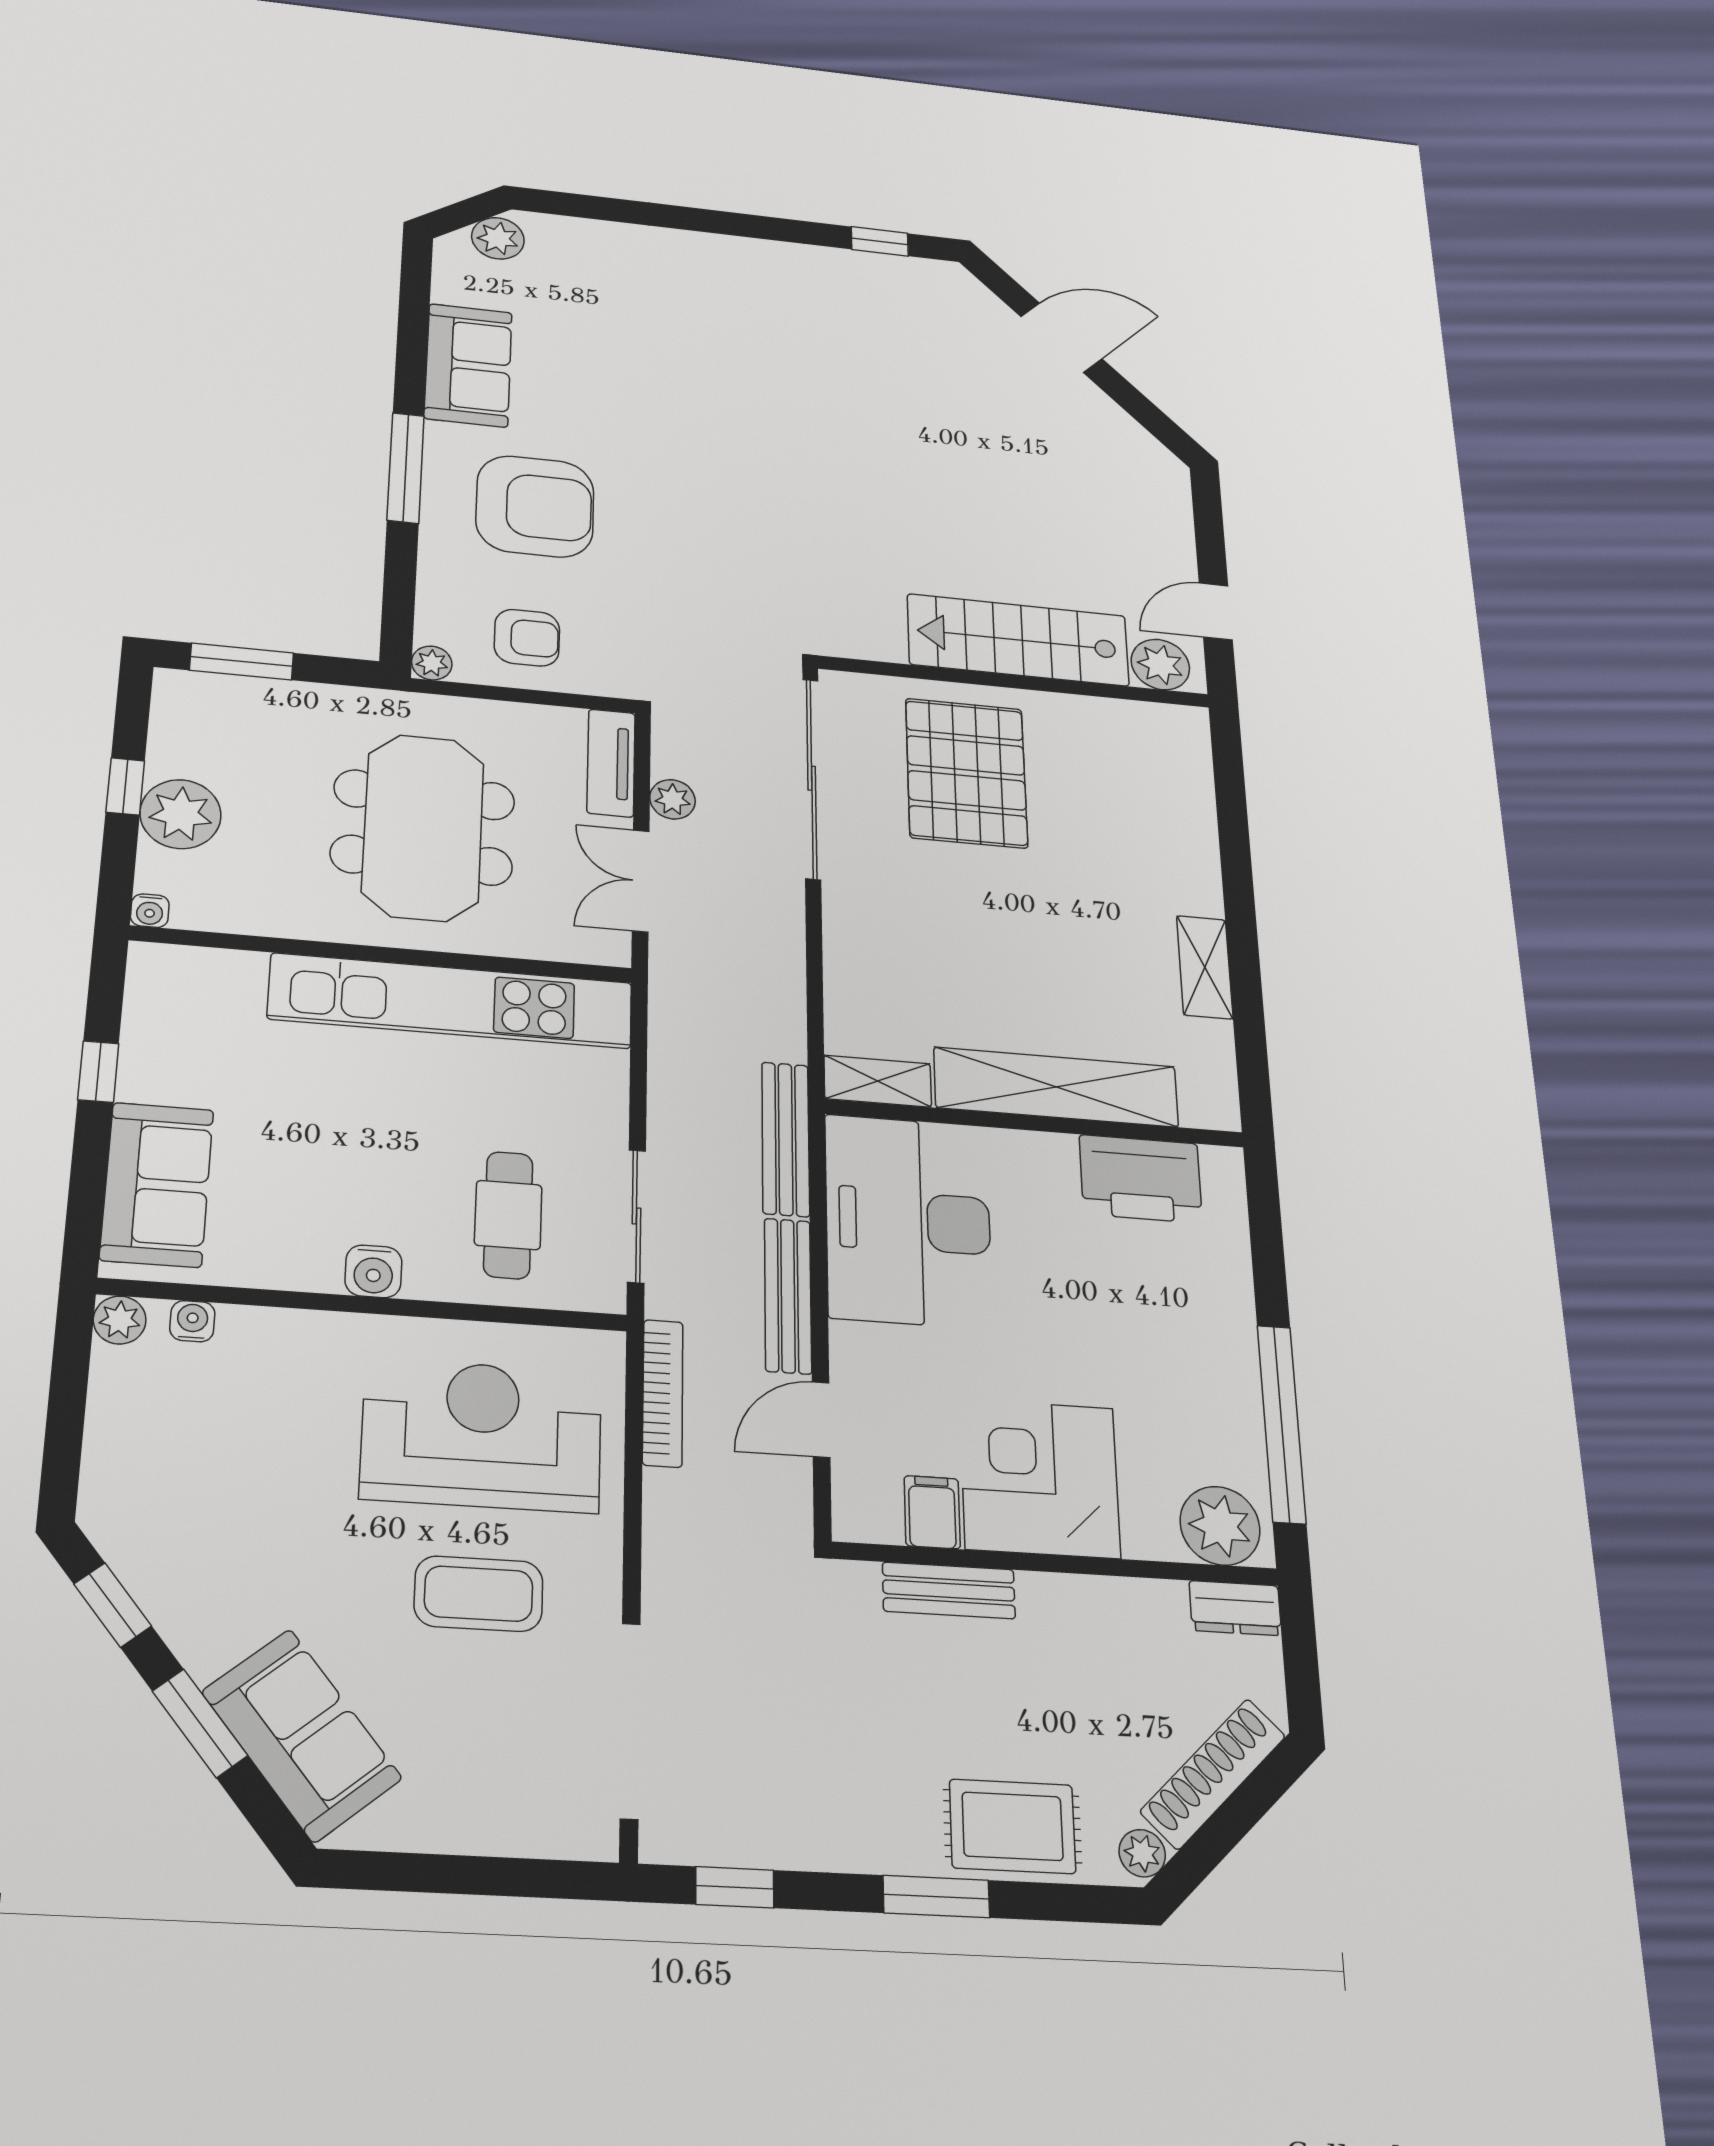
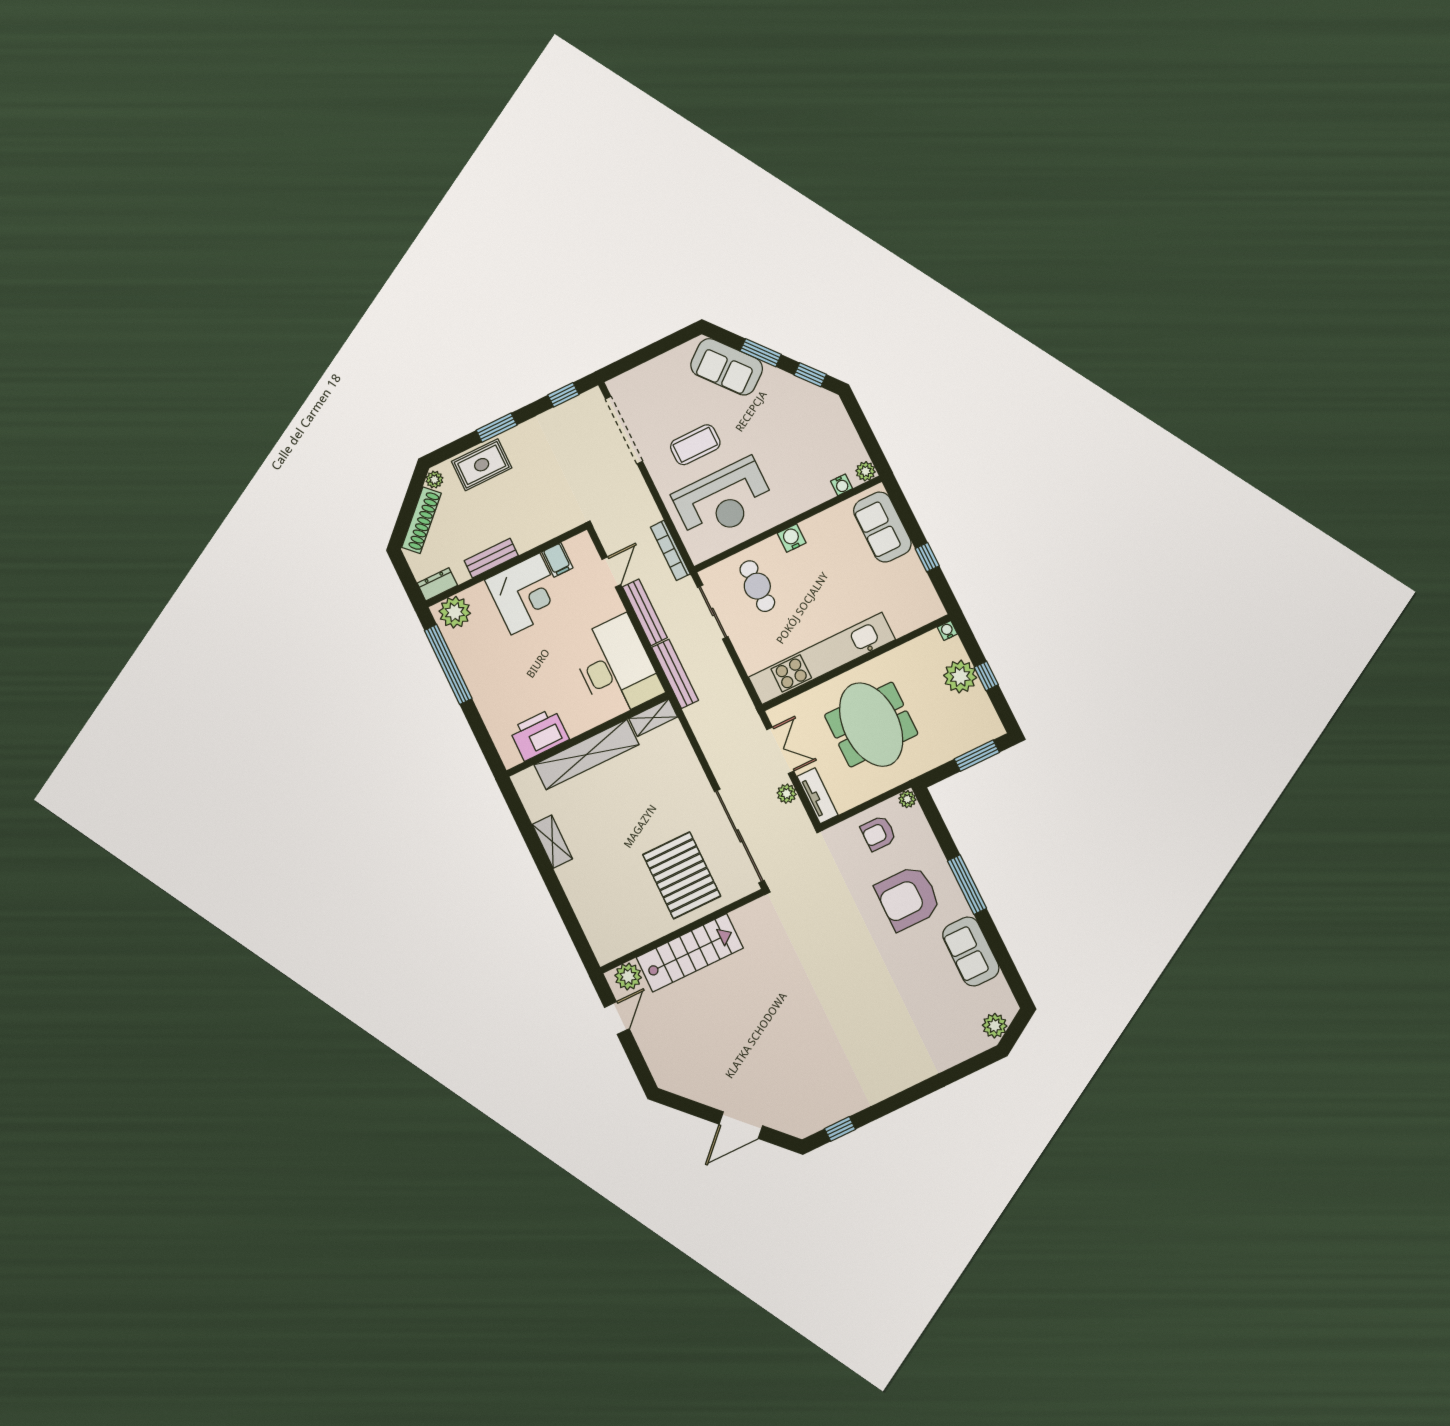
bench: (949, 1590) -> (491, 558), moved

